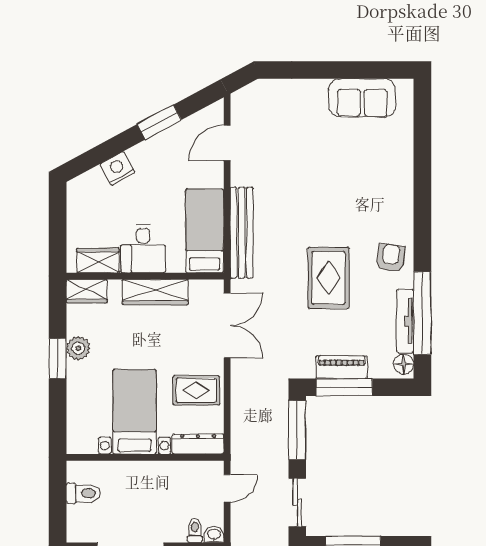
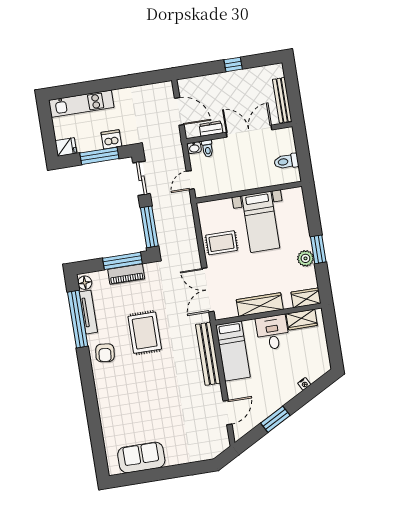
nightstand: (117, 168) -> (304, 384), width x0.53, depth x0.56
dresser: (198, 444) -> (215, 207), removed

